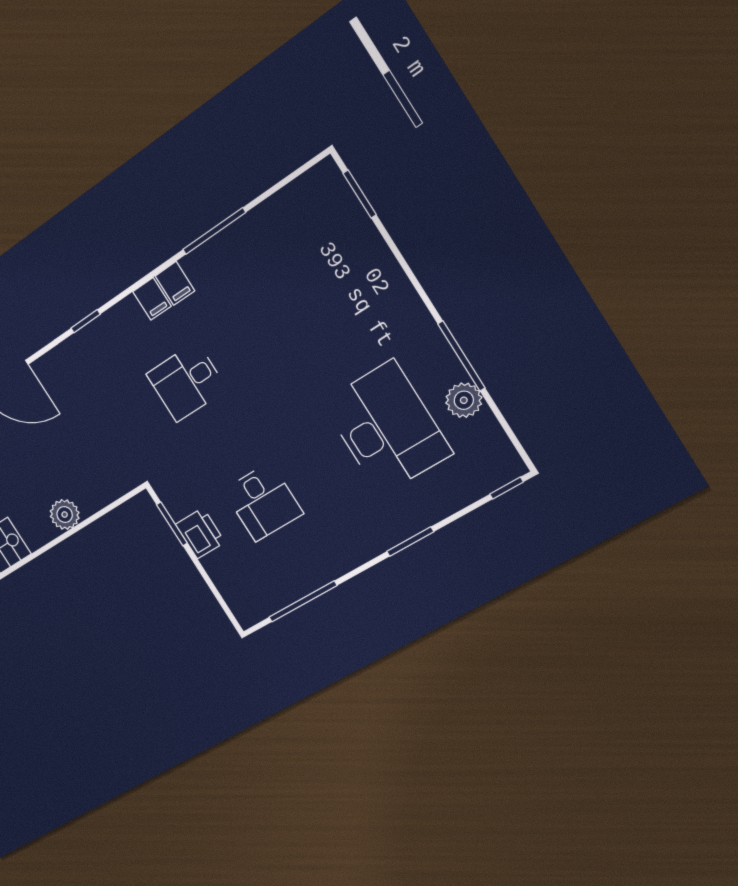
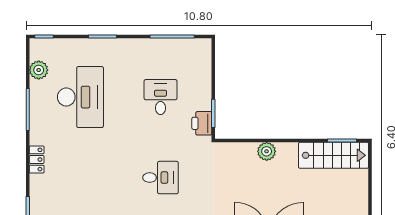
locker: (396, 285) -> (37, 159), added
plant: (464, 400) -> (39, 70), moved
desk: (387, 428) -> (80, 97), turned 180
printer: (200, 533) -> (202, 123), moved

